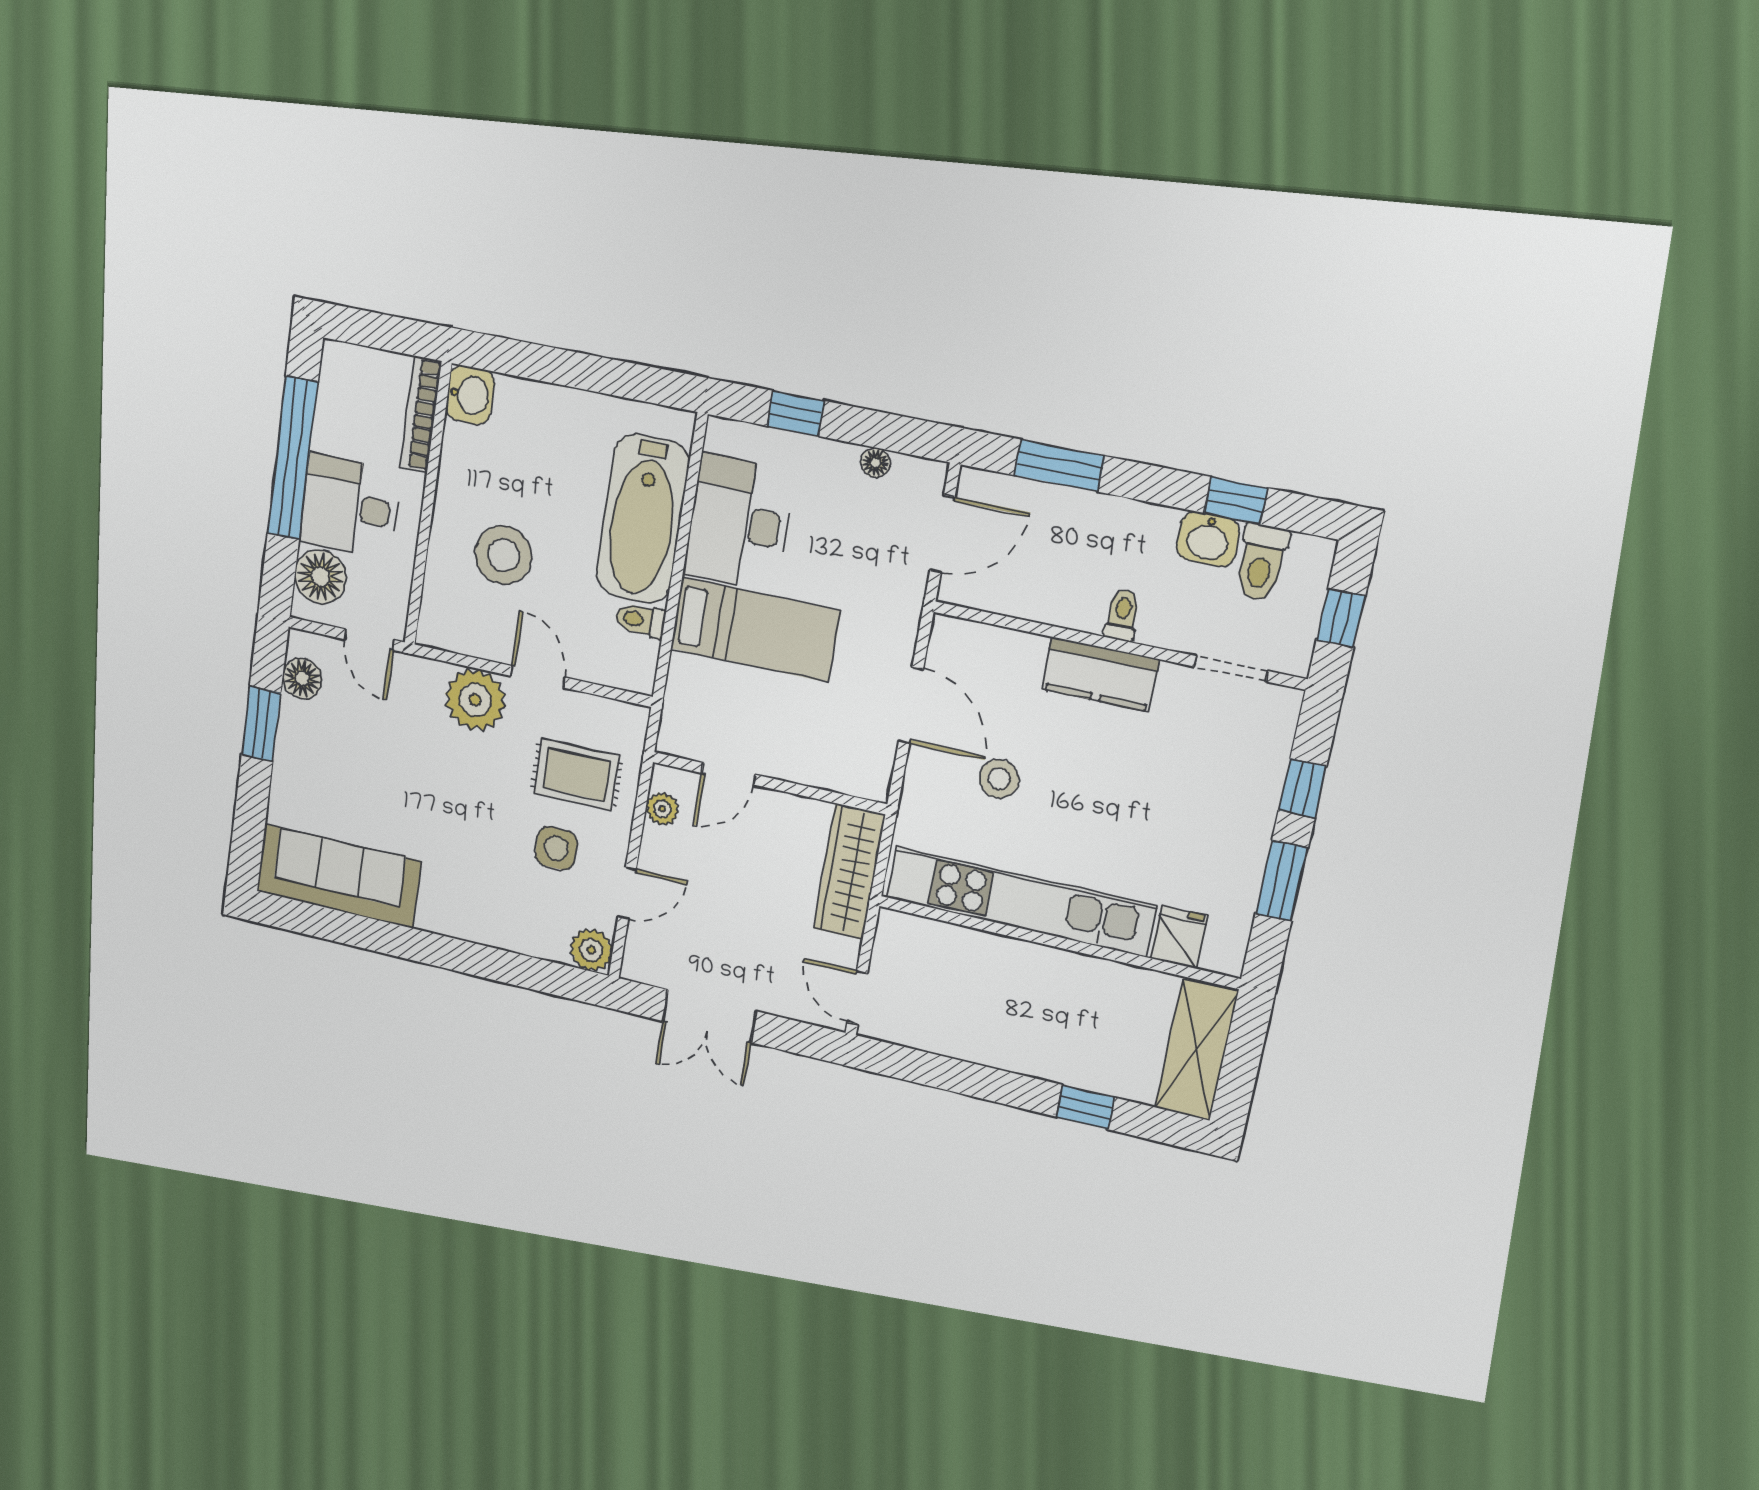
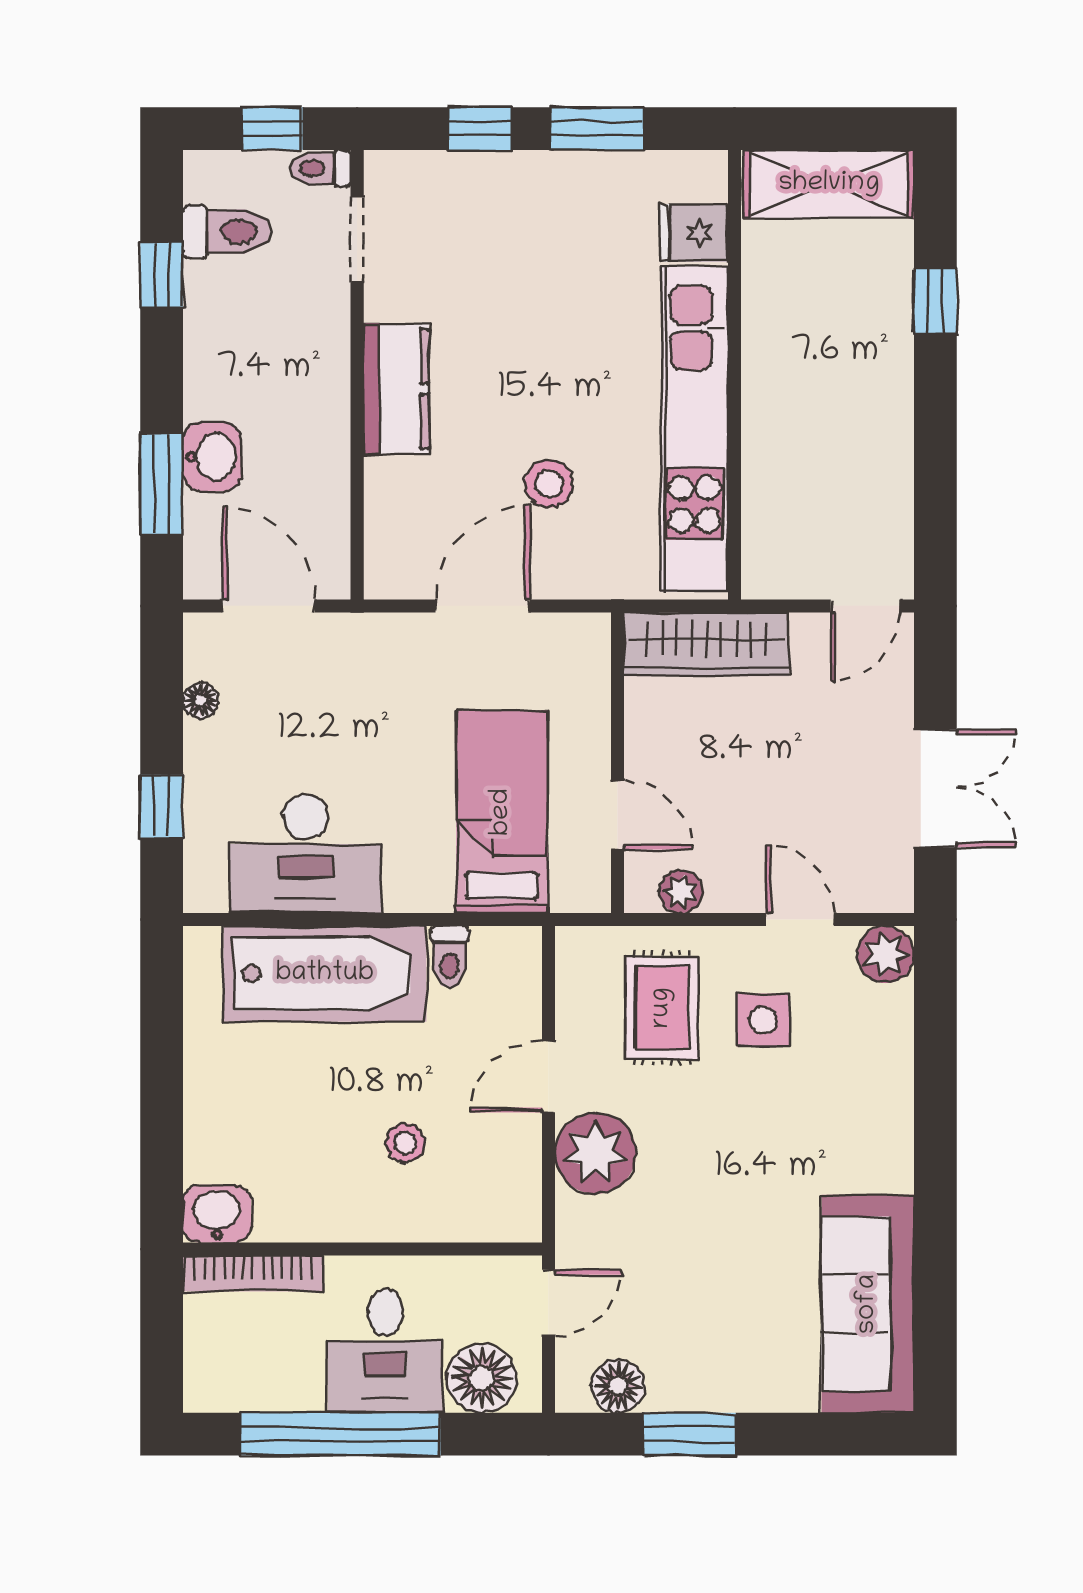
washbasin: (1208, 539) -> (212, 457), moved
stool: (503, 555) -> (405, 1143), width x0.53, depth x0.53
toilet: (1122, 615) -> (321, 168), moved
bed: (755, 630) -> (502, 812), moved

